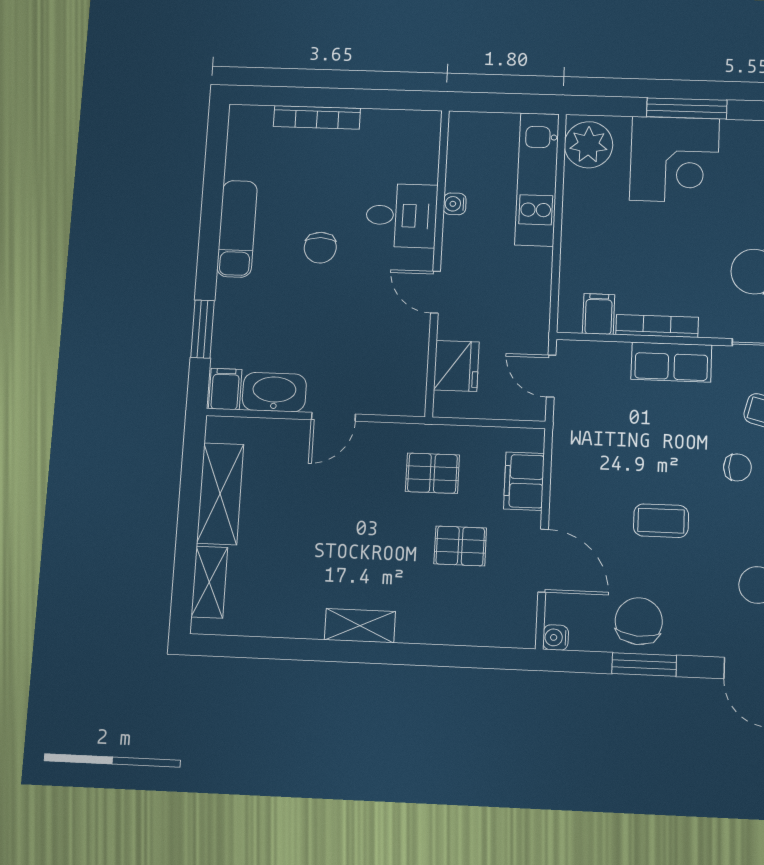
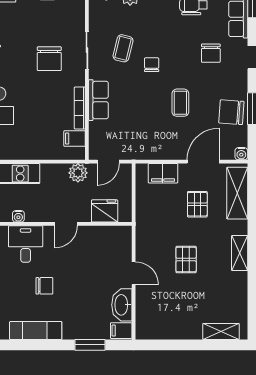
plant: (532, 318) -> (78, 173), added
pallet: (432, 473) -> (186, 260), moved
shelving: (220, 494) -> (237, 193), moved, turned 90

